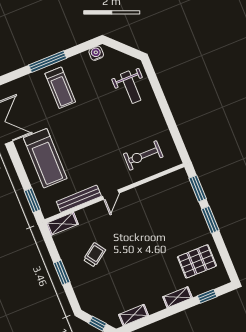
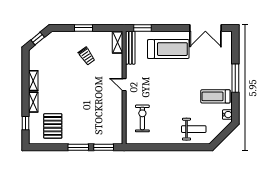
weight bench: (131, 87) -> (194, 129), turned 180
treadmill: (60, 88) -> (215, 96), moved
treadmill: (45, 158) -> (168, 49), turned 180
bench: (79, 199) -> (130, 48), moved
shelving: (134, 315) -> (33, 81), moved

